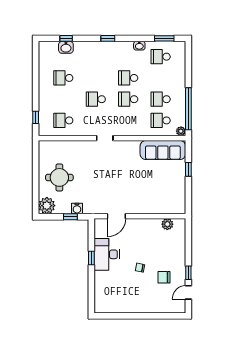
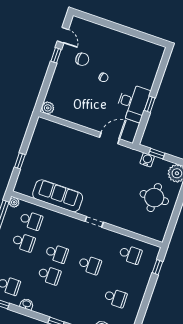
sofa: (163, 150) -> (58, 196), moved
plant: (167, 224) -> (48, 108), moved
door: (188, 292) -> (63, 35), hinge flipped

